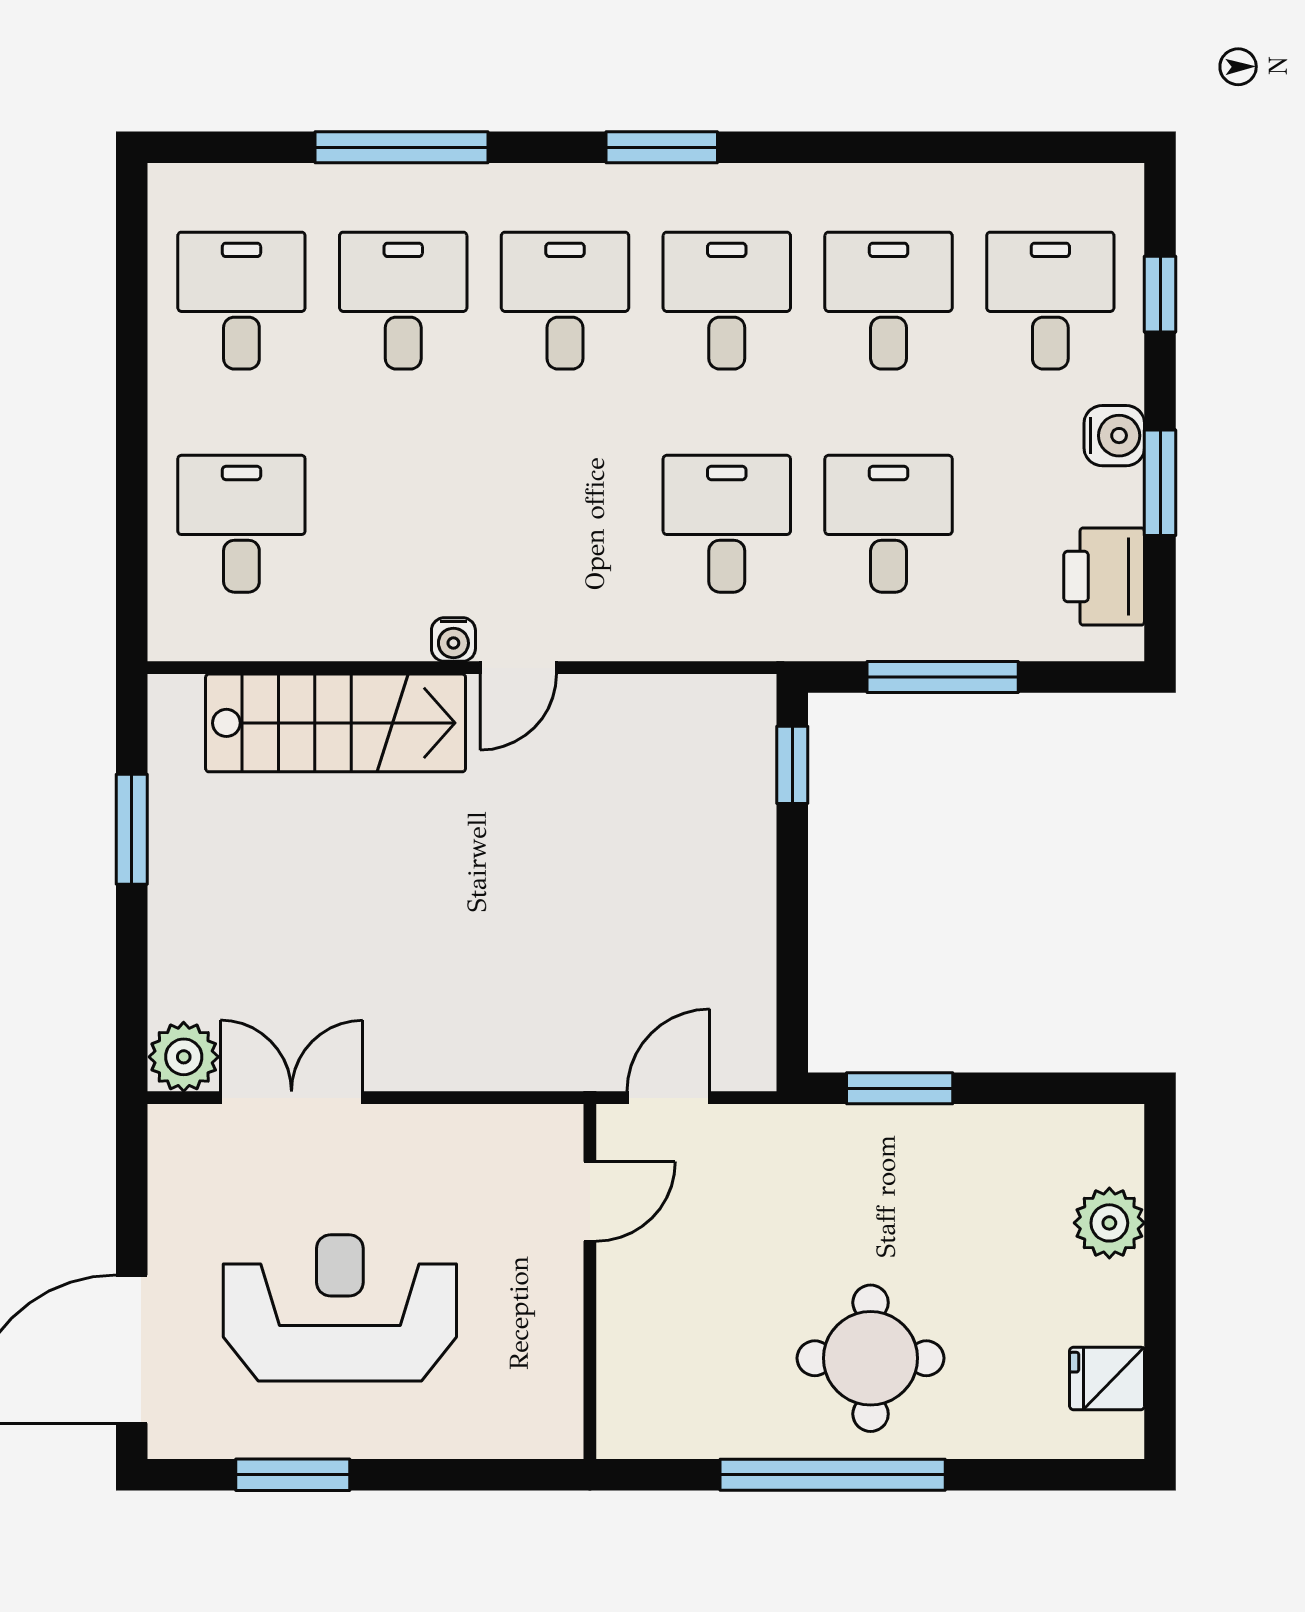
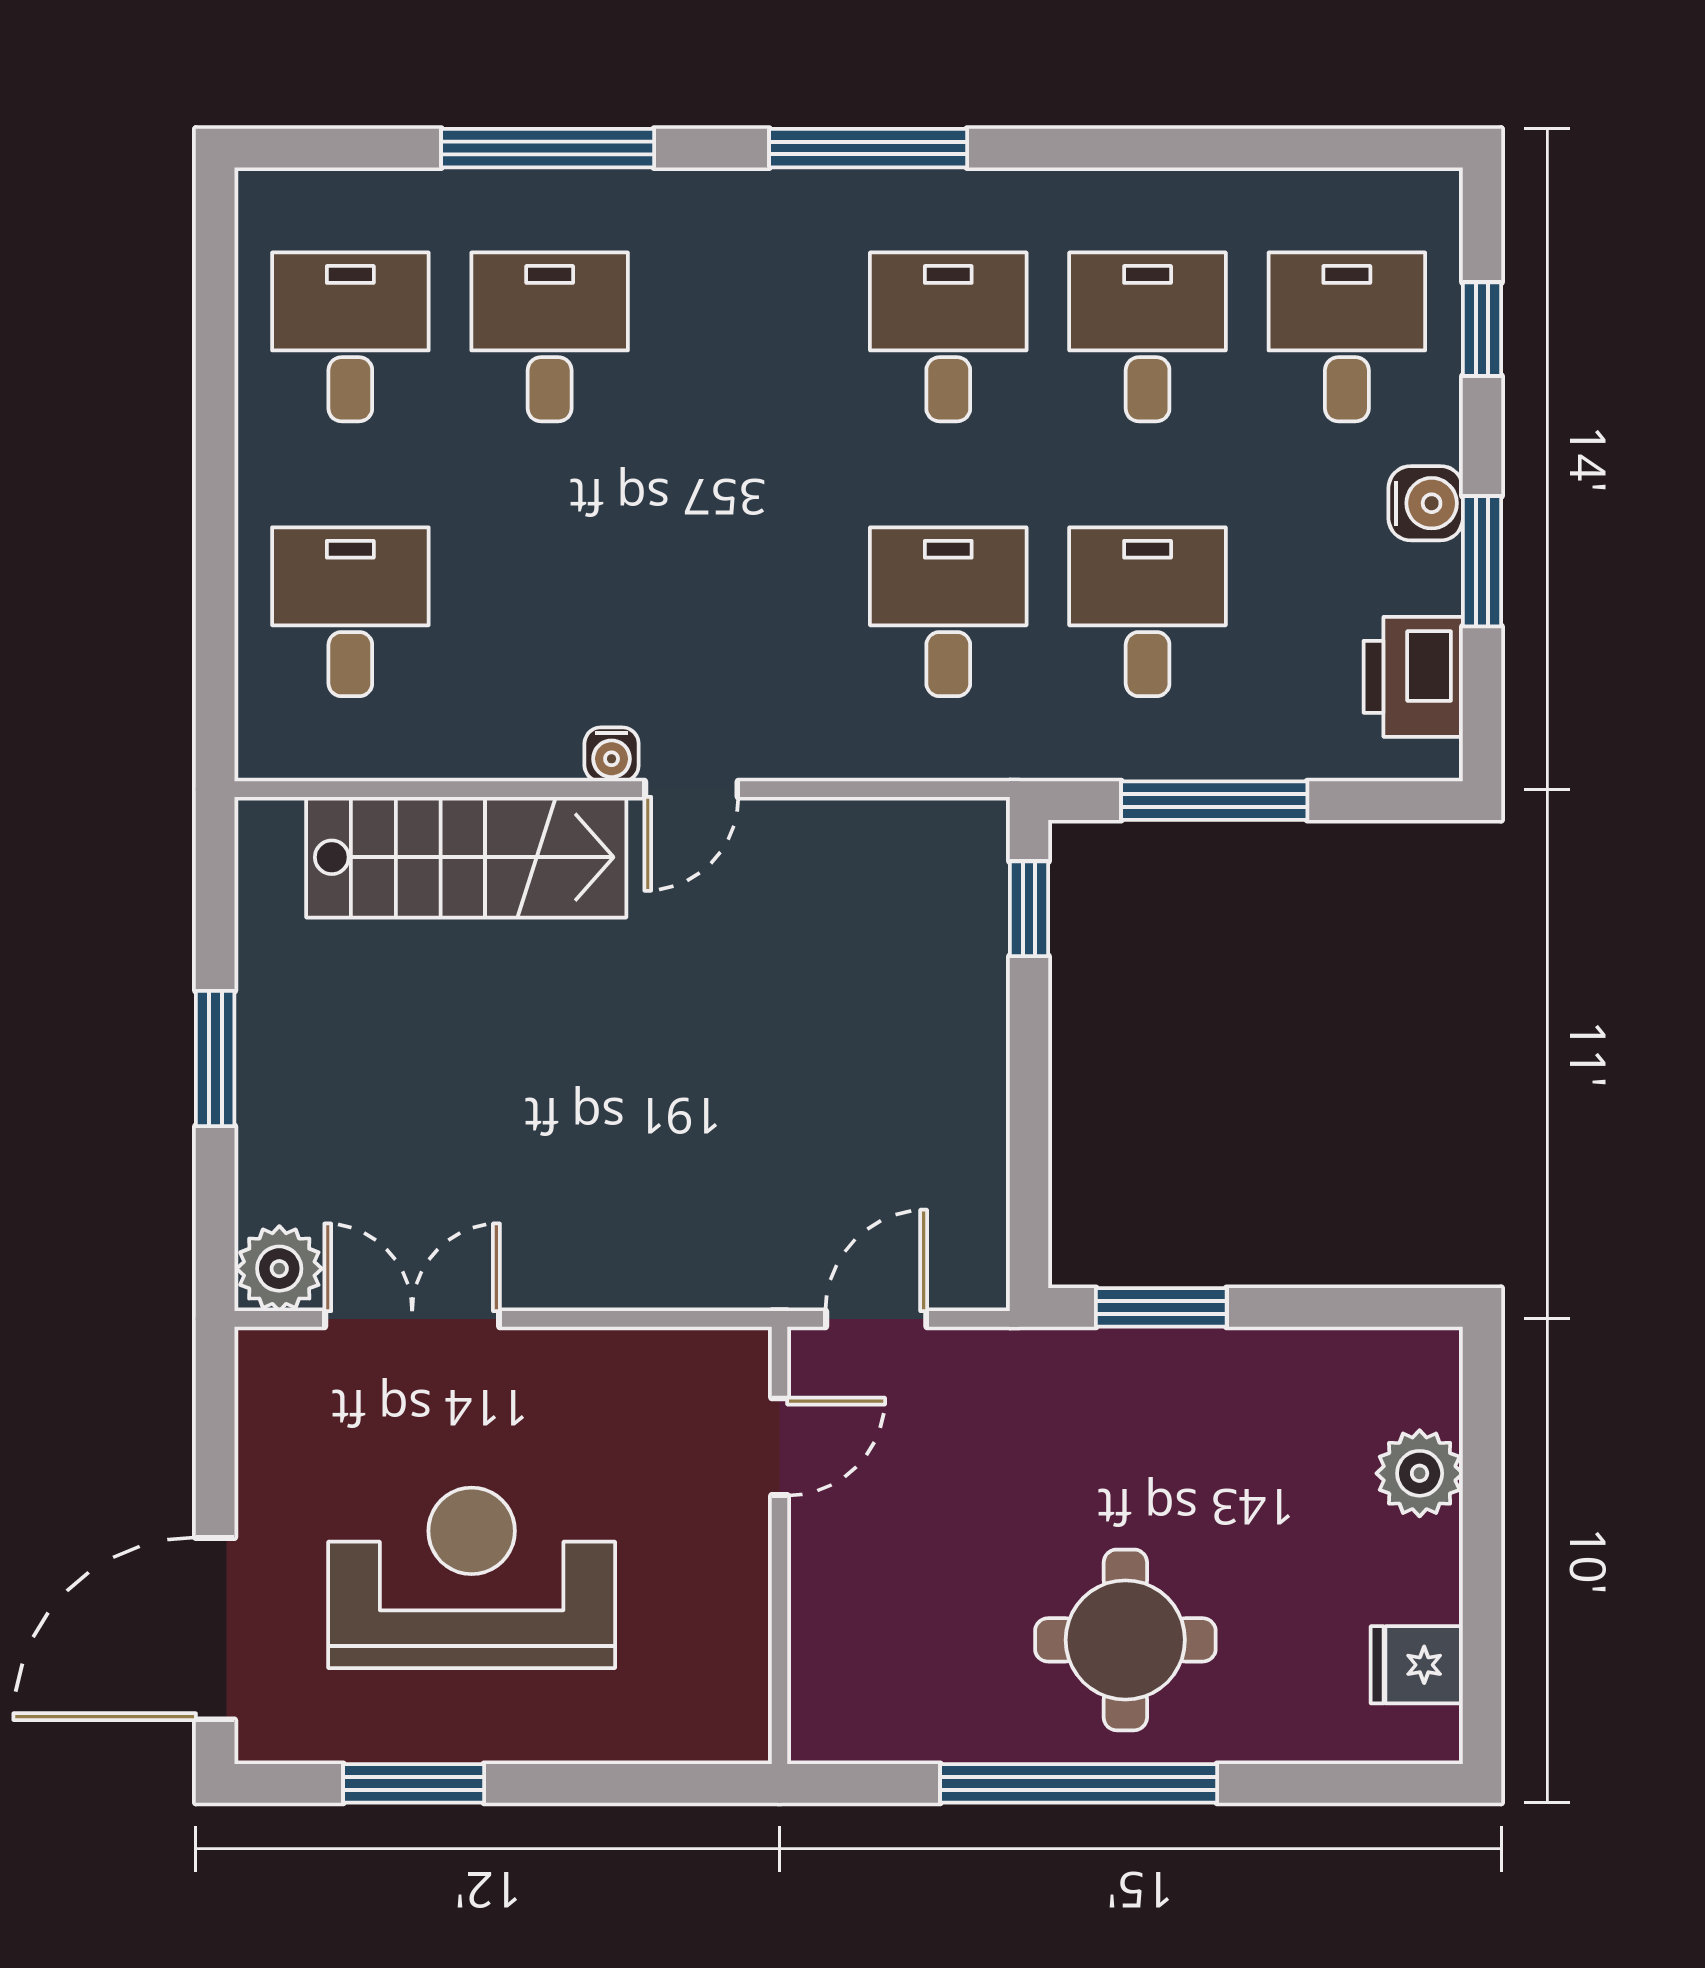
window: (662, 147) -> (868, 148), width x1.44
desk: (565, 301) -> (749, 337), removed
window: (132, 829) -> (215, 1059), moved

